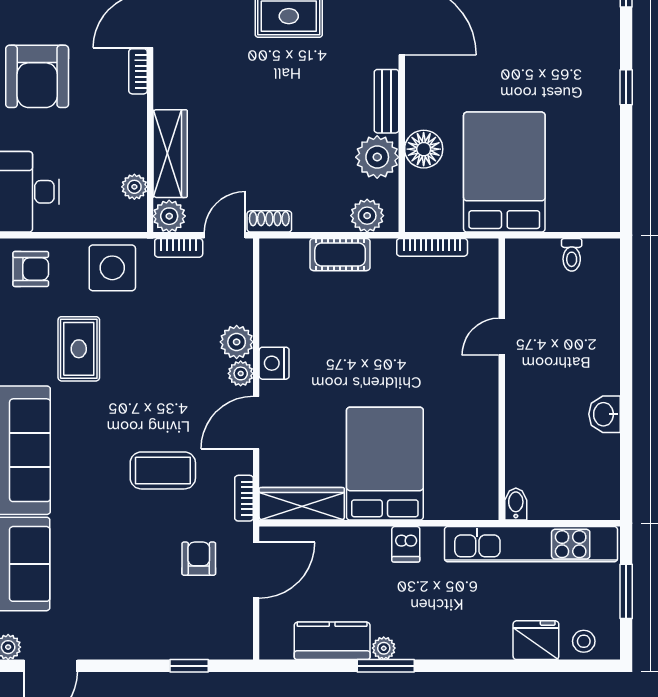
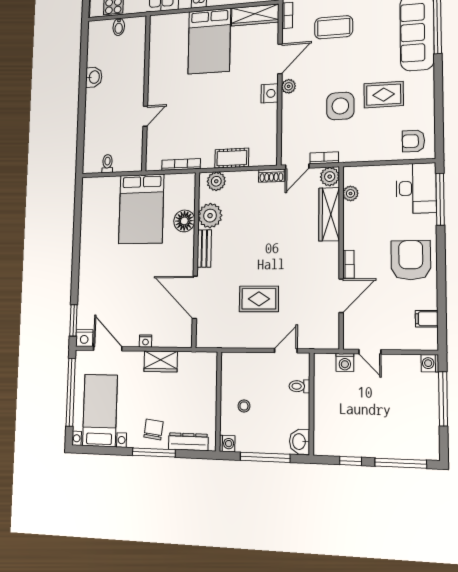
window: (626, 87) -> (76, 259), removed
side table: (112, 268) -> (340, 106), moved
plant: (237, 342) -> (291, 104), removed
rug: (79, 349) -> (384, 95), turned 90
bidet: (516, 504) -> (119, 27), moved

